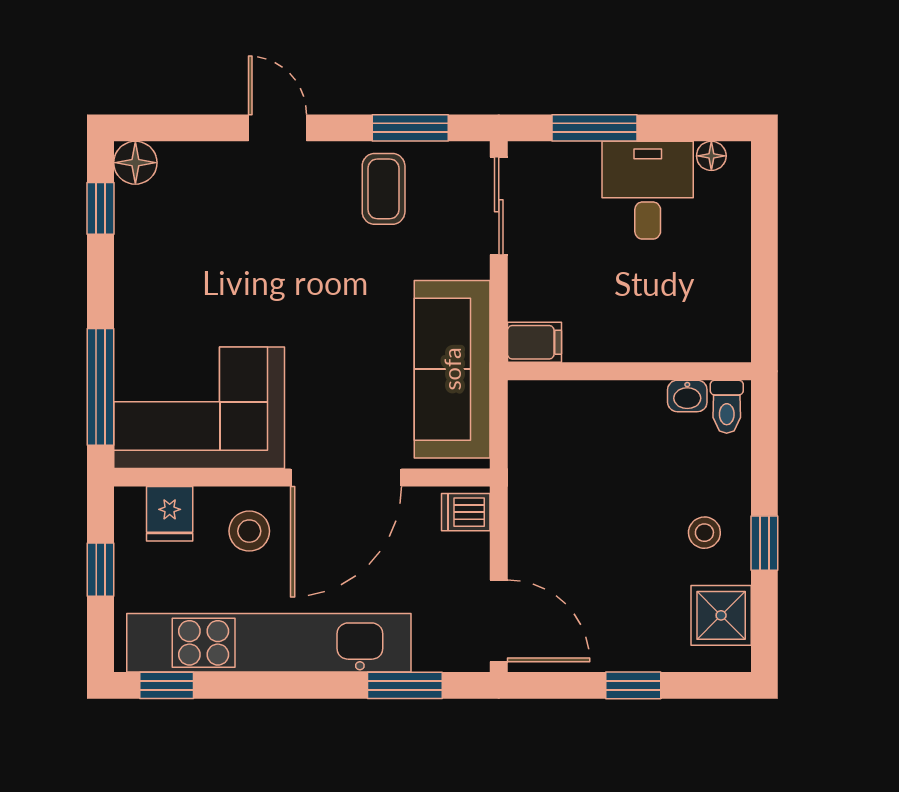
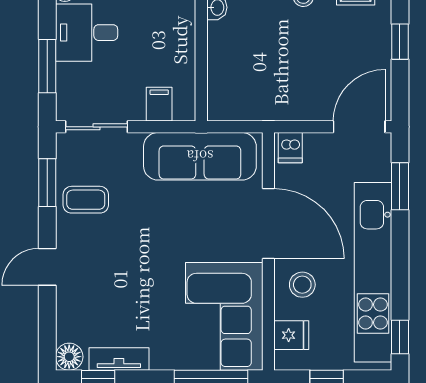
tv unit: (132, 241) -> (119, 359), added
filing cabinet: (534, 342) -> (159, 104), moved

